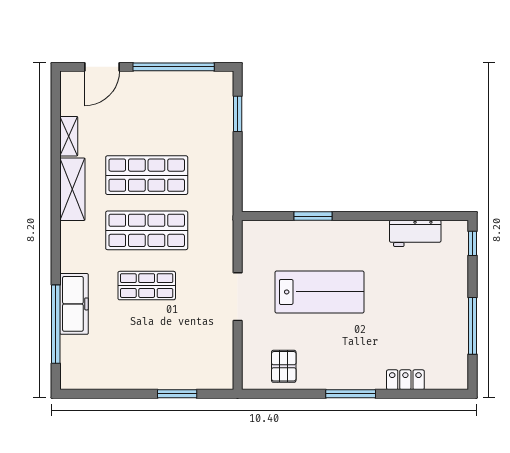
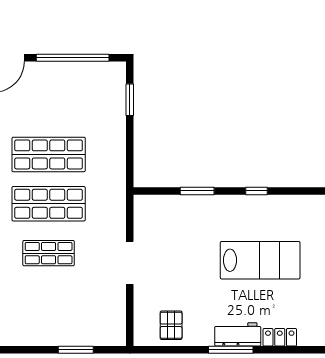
window: (379, 216) -> (257, 191), added
workbench: (415, 233) -> (238, 334), moved, turned 180
lab bench: (320, 292) -> (260, 260), moved

